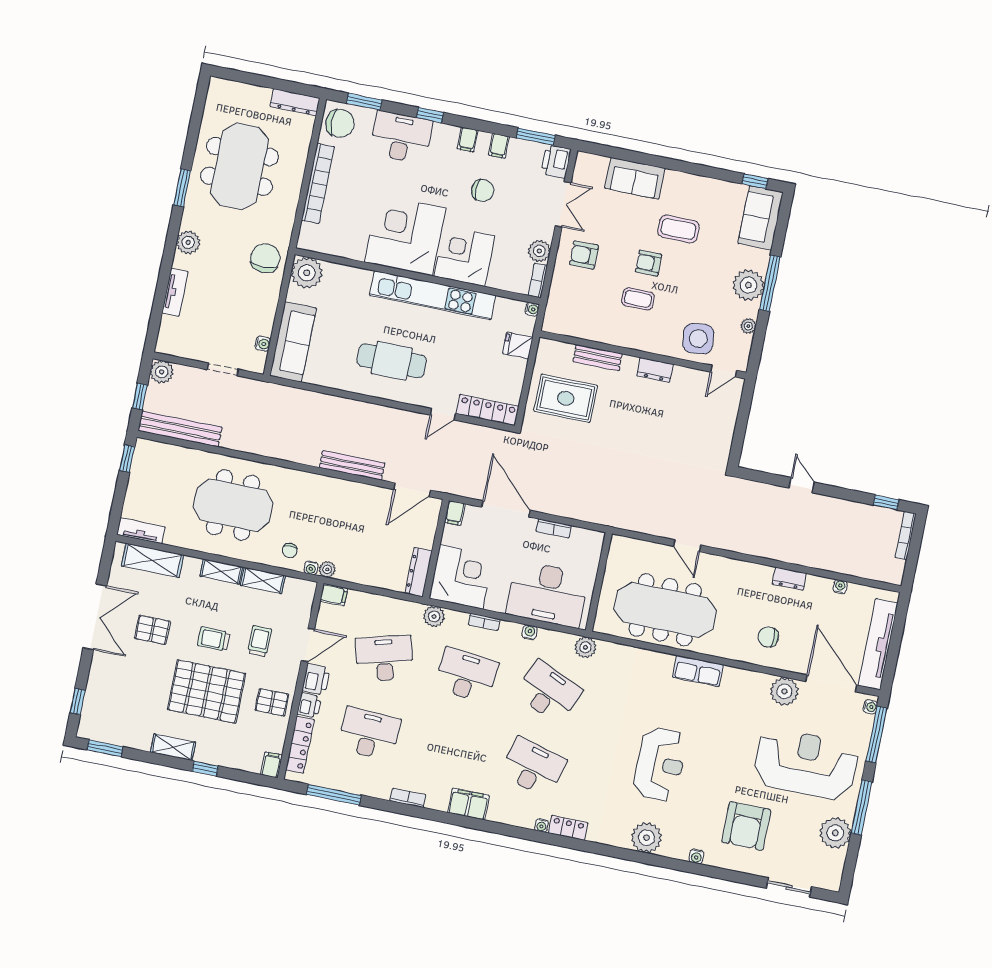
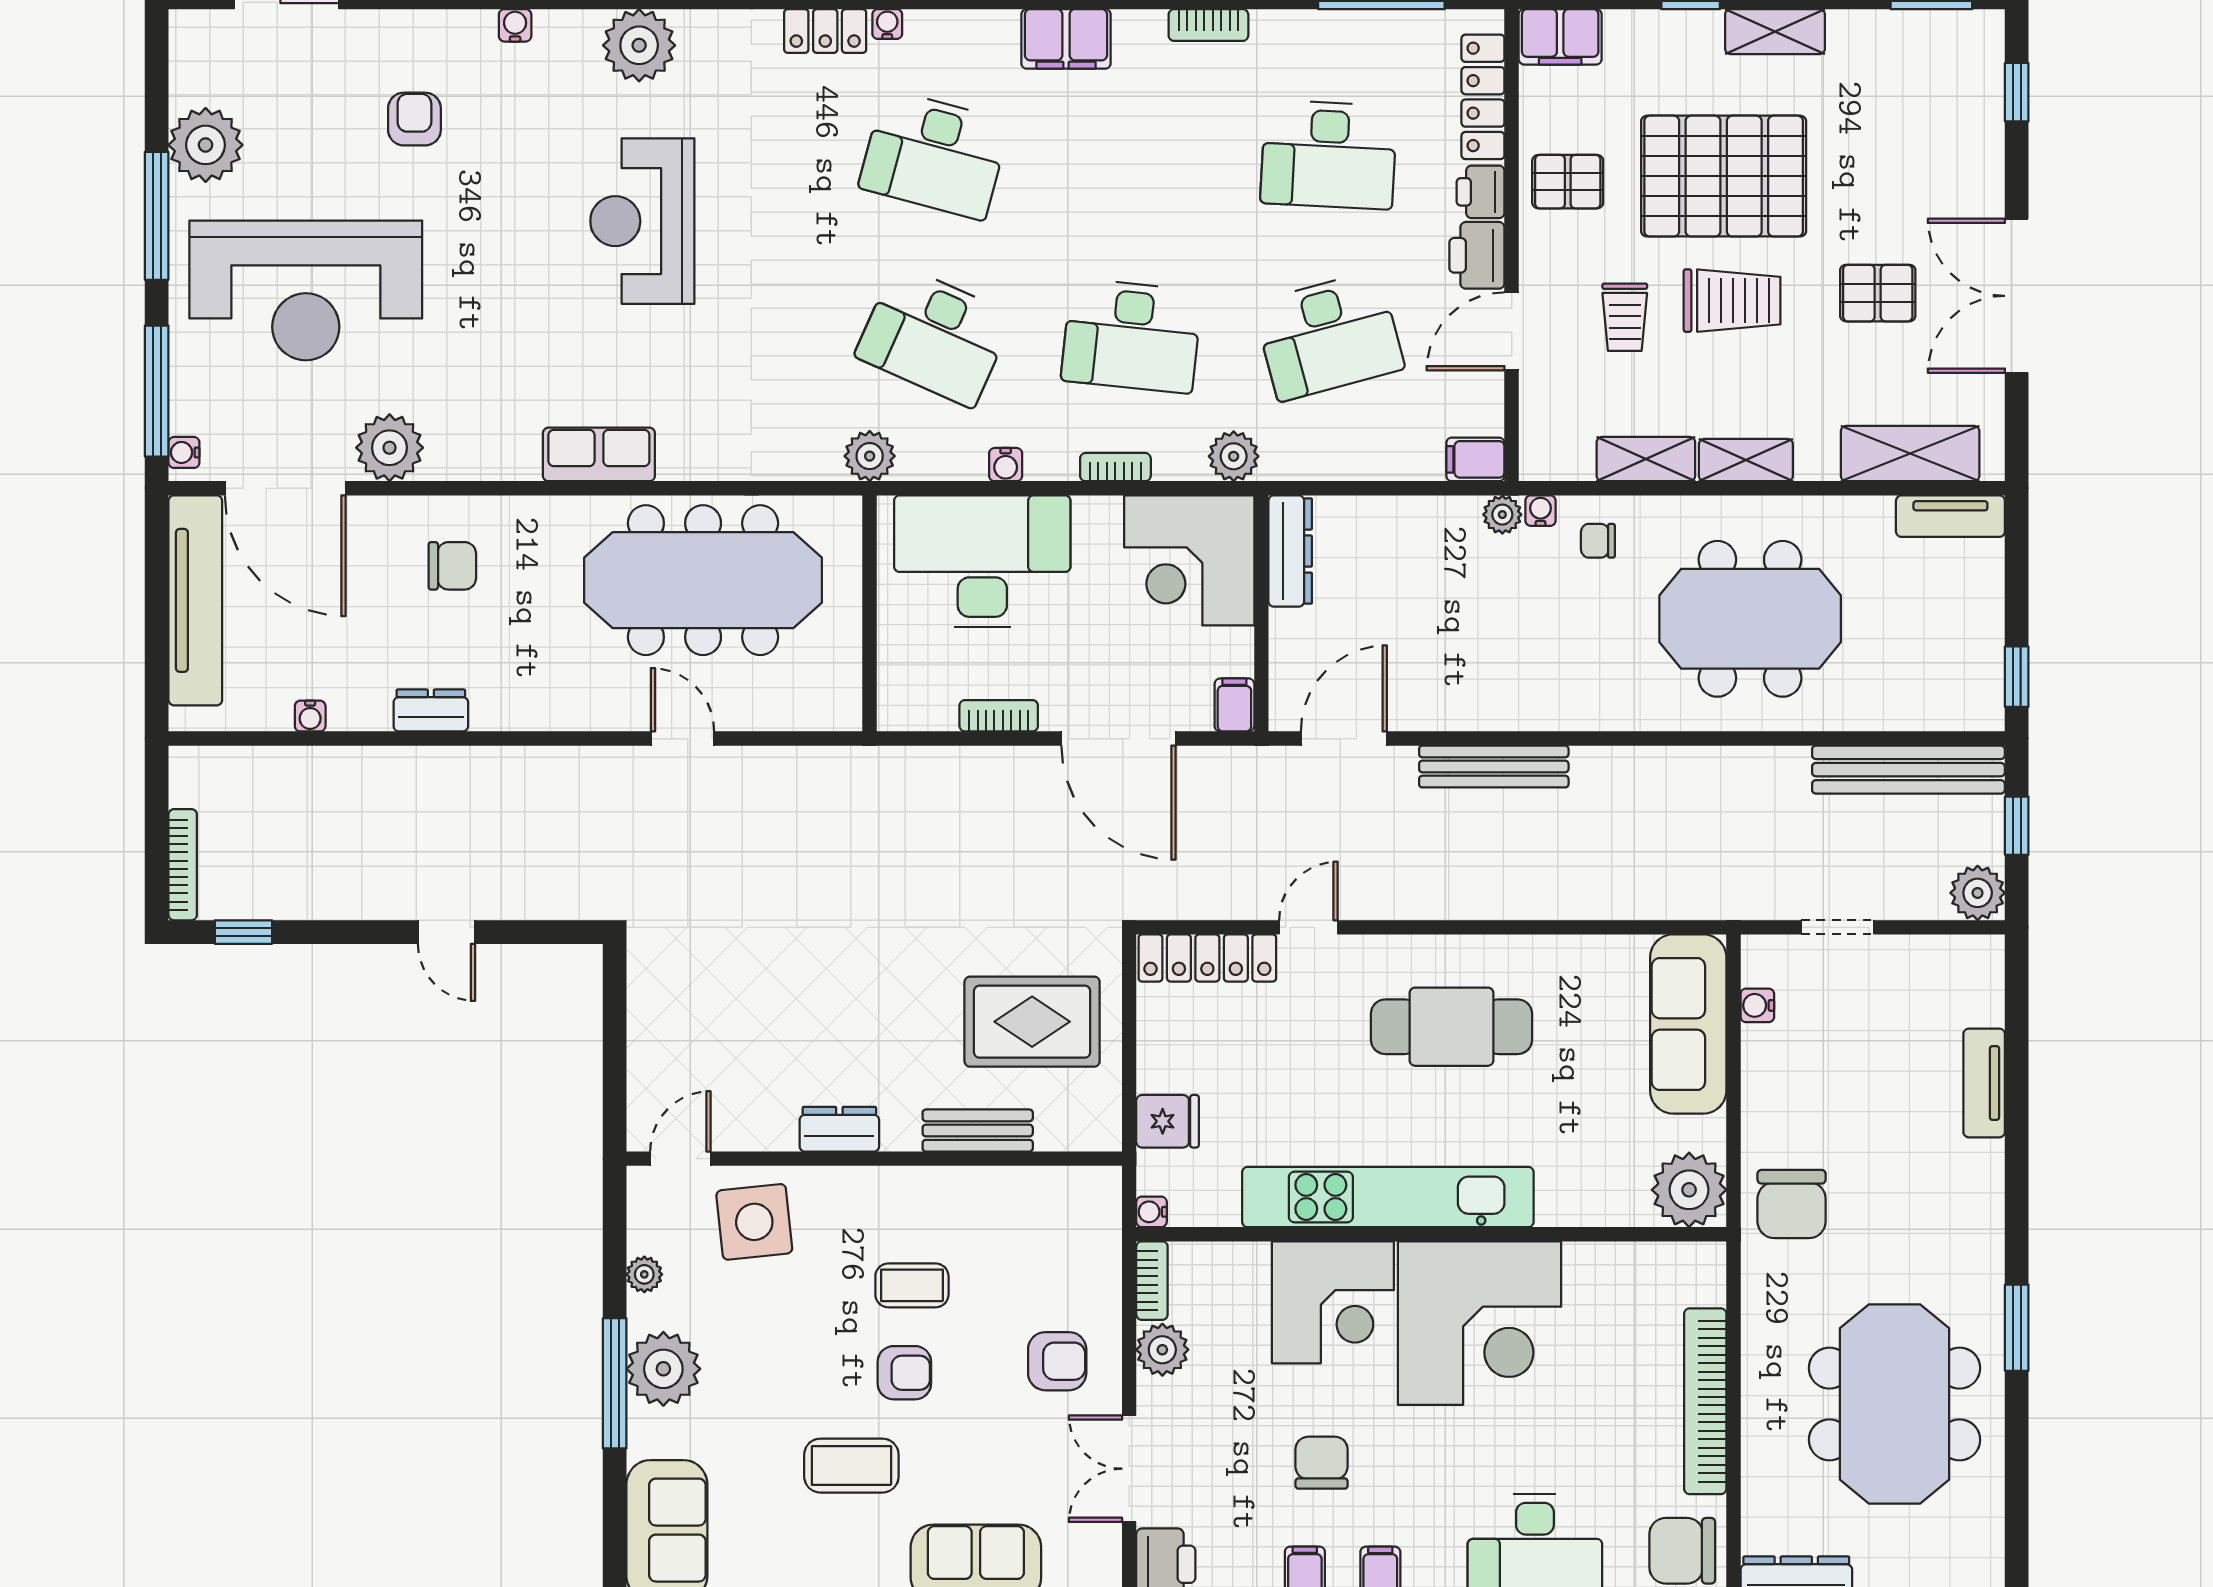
chair: (483, 190) -> (1322, 1463), turned 90
plant: (188, 242) -> (1977, 1204), removed
chair: (290, 550) -> (1598, 541), turned -90
trolley: (214, 639) -> (1732, 301), width x1.36, depth x1.39
filing cabinet: (271, 765) -> (1560, 37), width x2.00
armchair: (746, 826) -> (414, 119), width x0.53, depth x0.53

